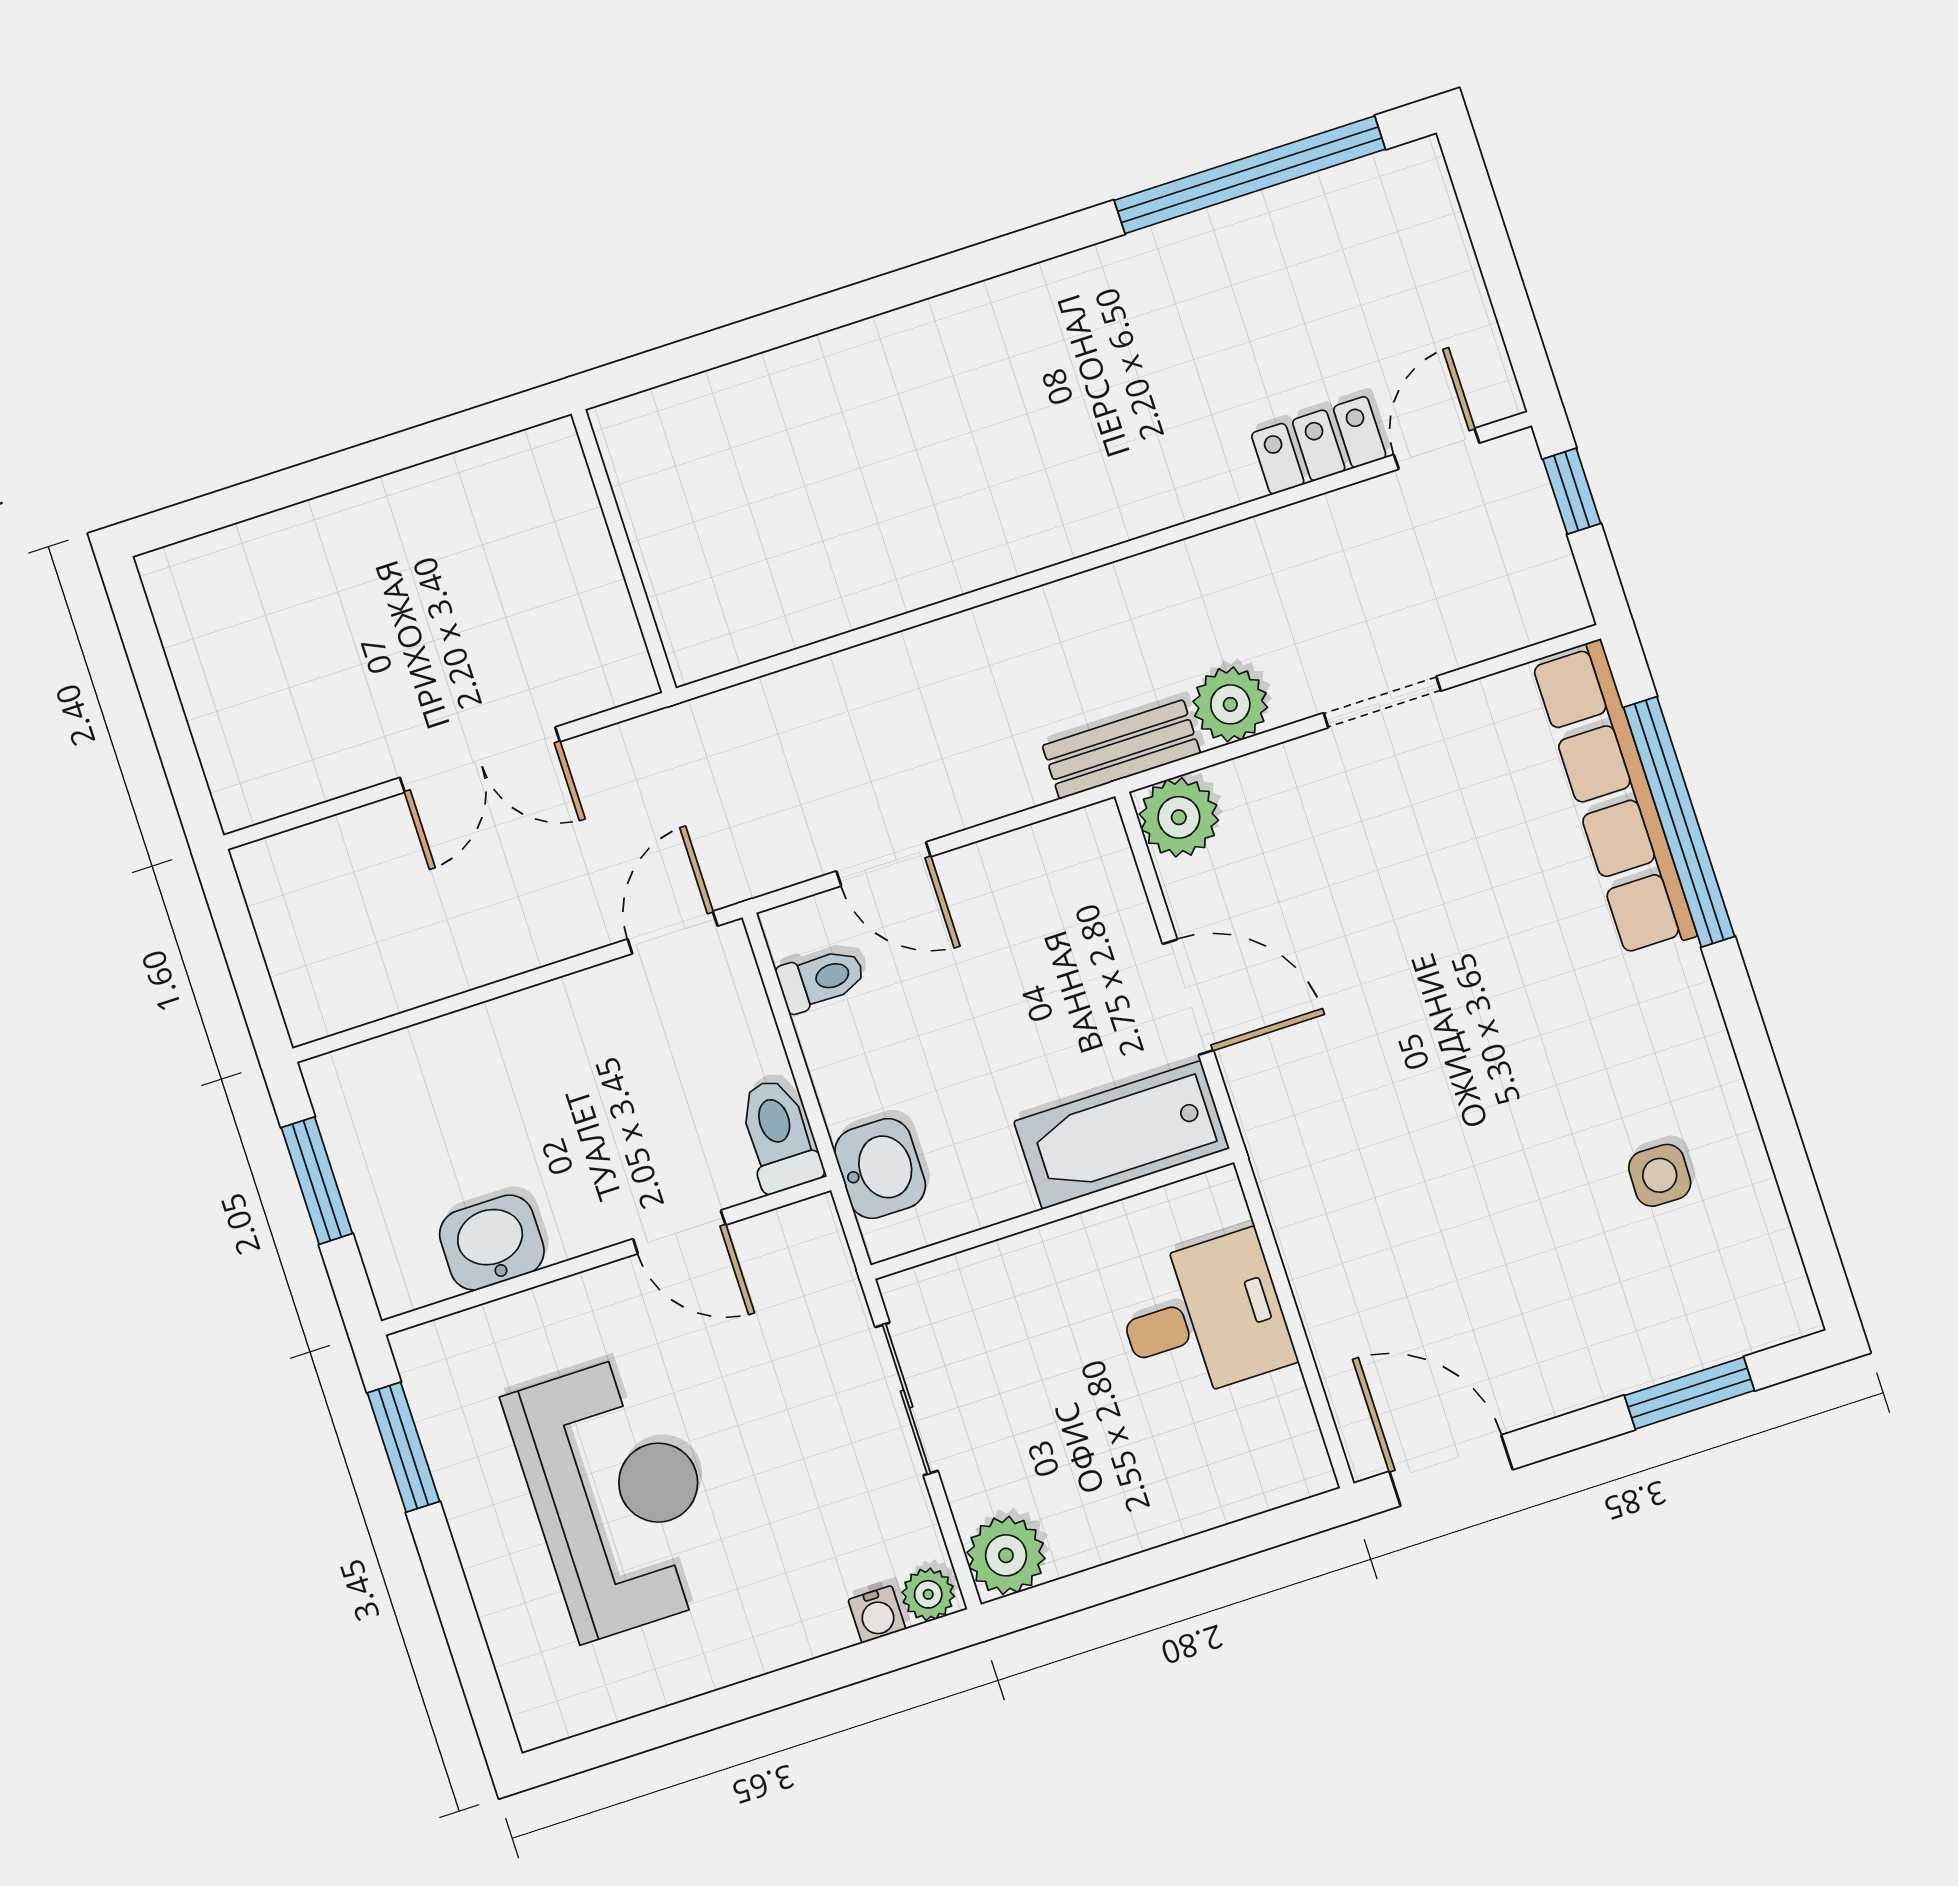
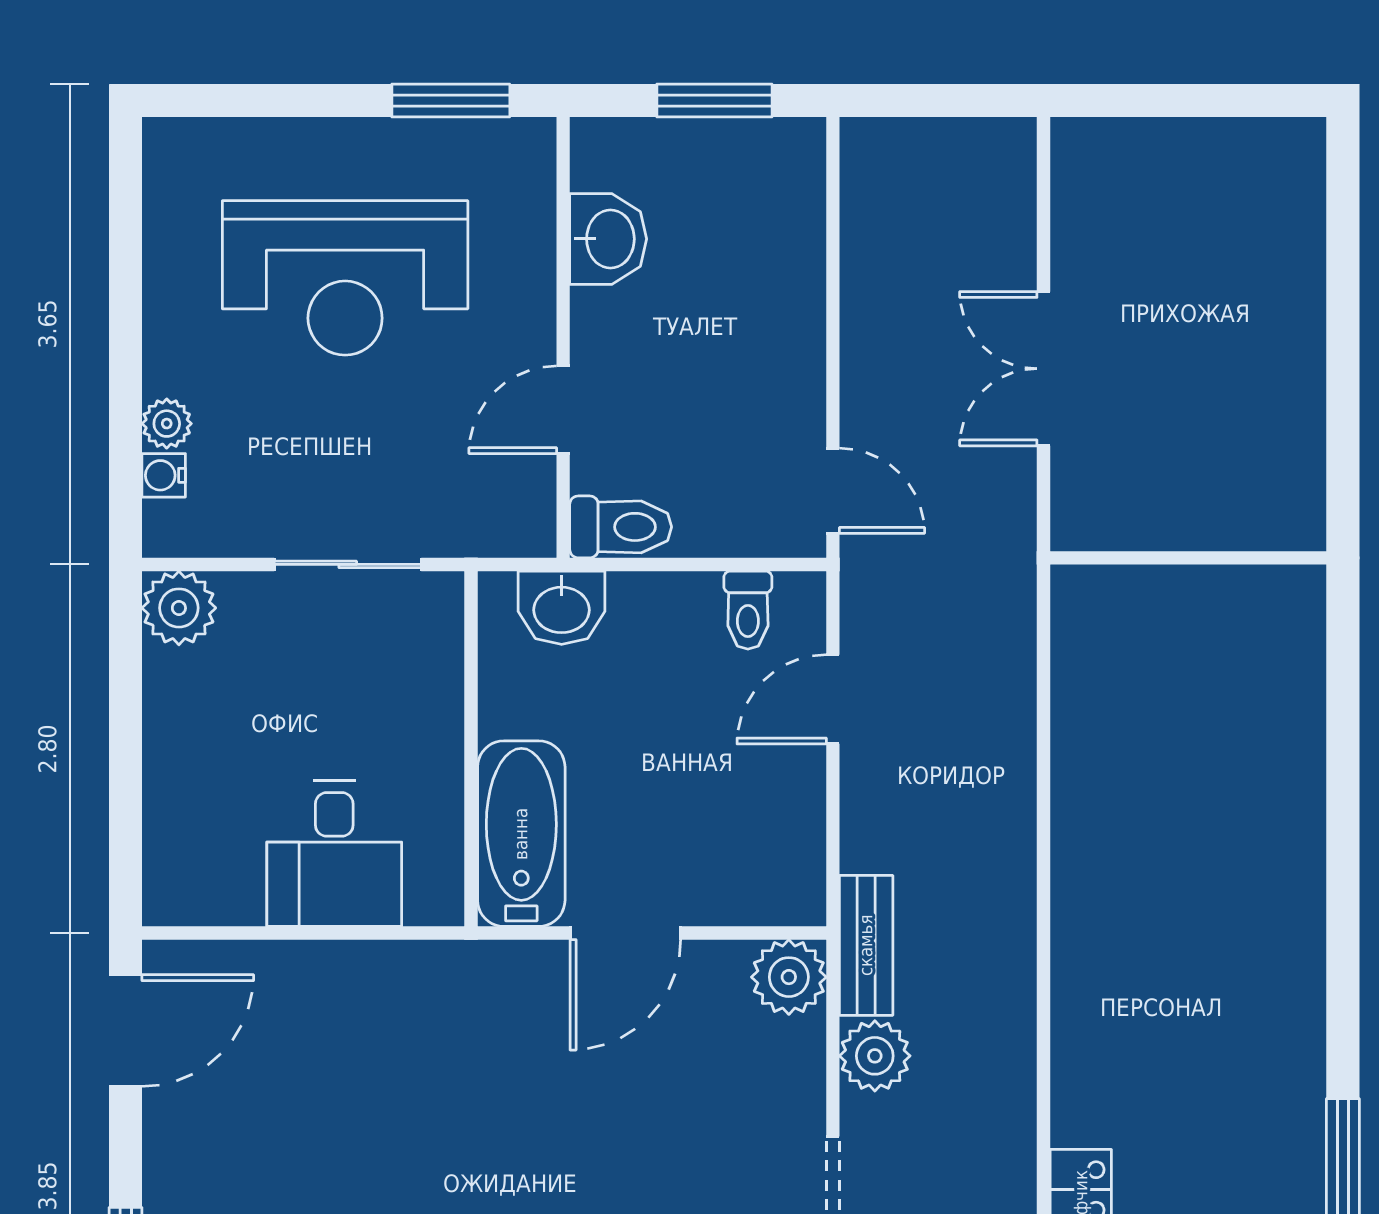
plant: (928, 1594) -> (167, 424), moved

